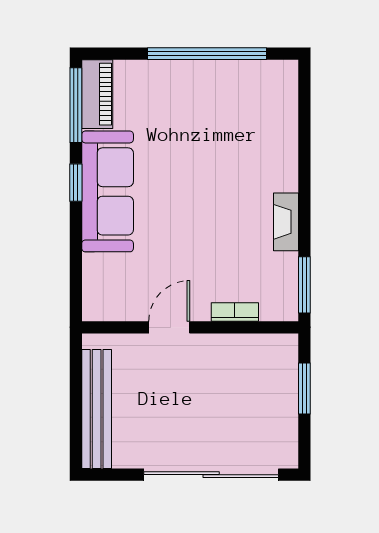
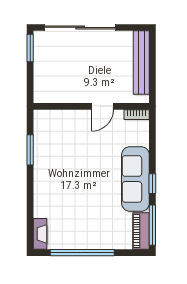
fireplace: (286, 222) -> (40, 234), moved
window: (304, 285) -> (30, 150), moved
bookcase: (235, 312) -> (137, 115), moved
window: (304, 389) -> (30, 48), moved

